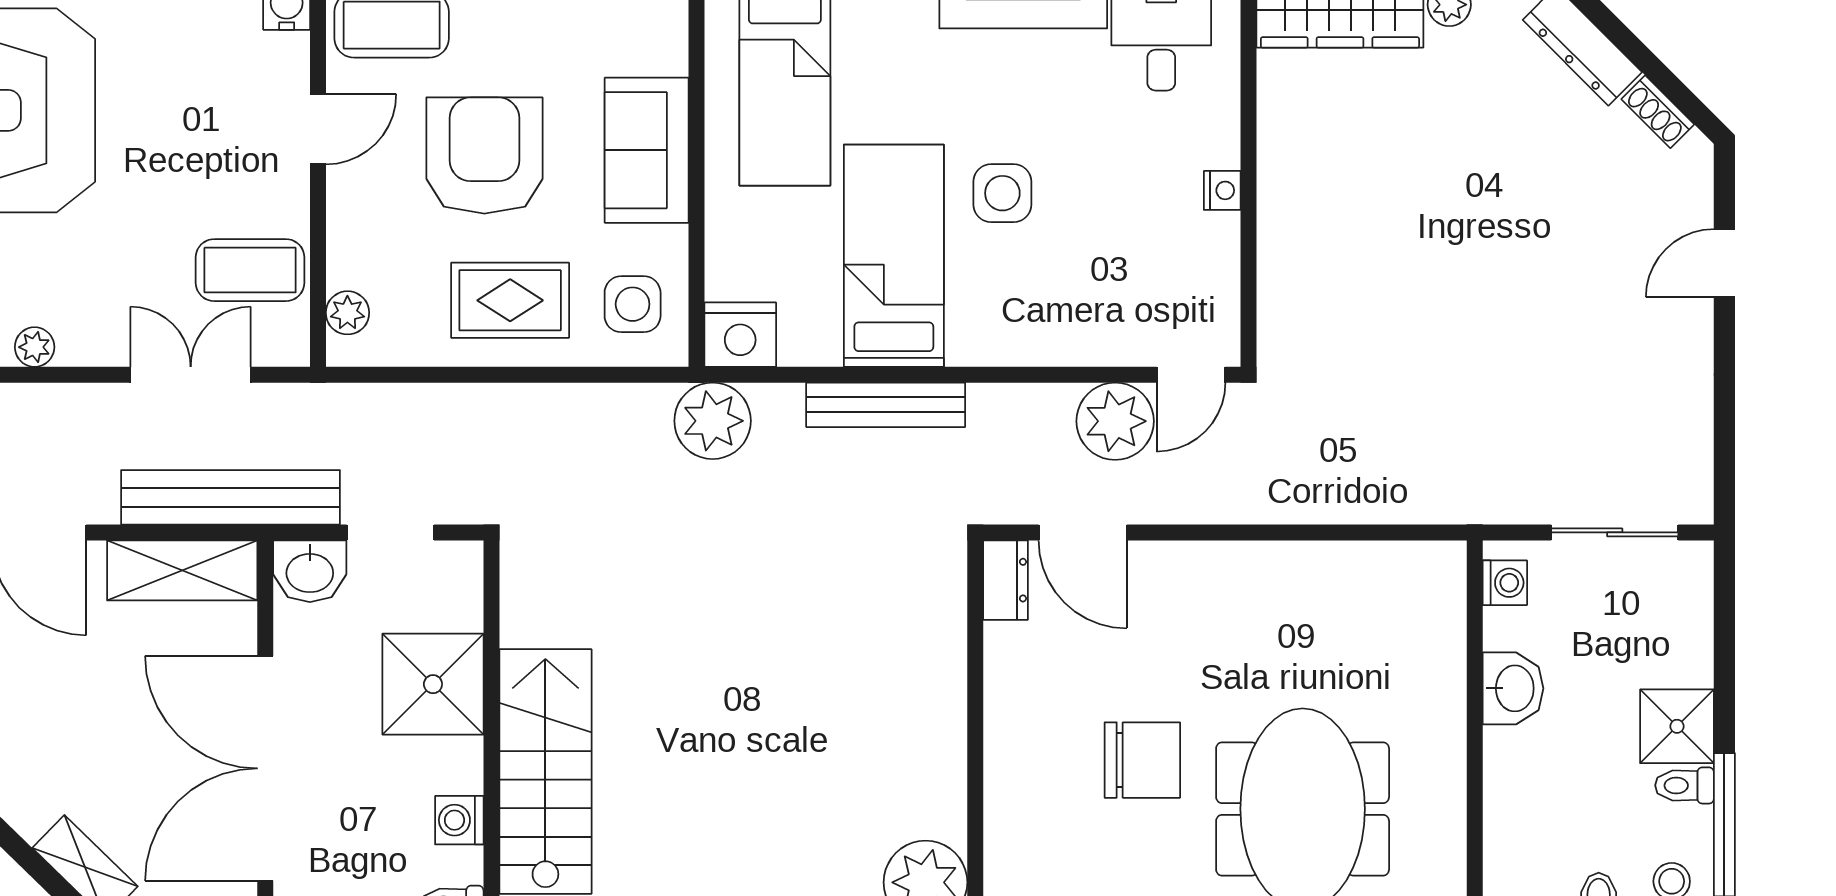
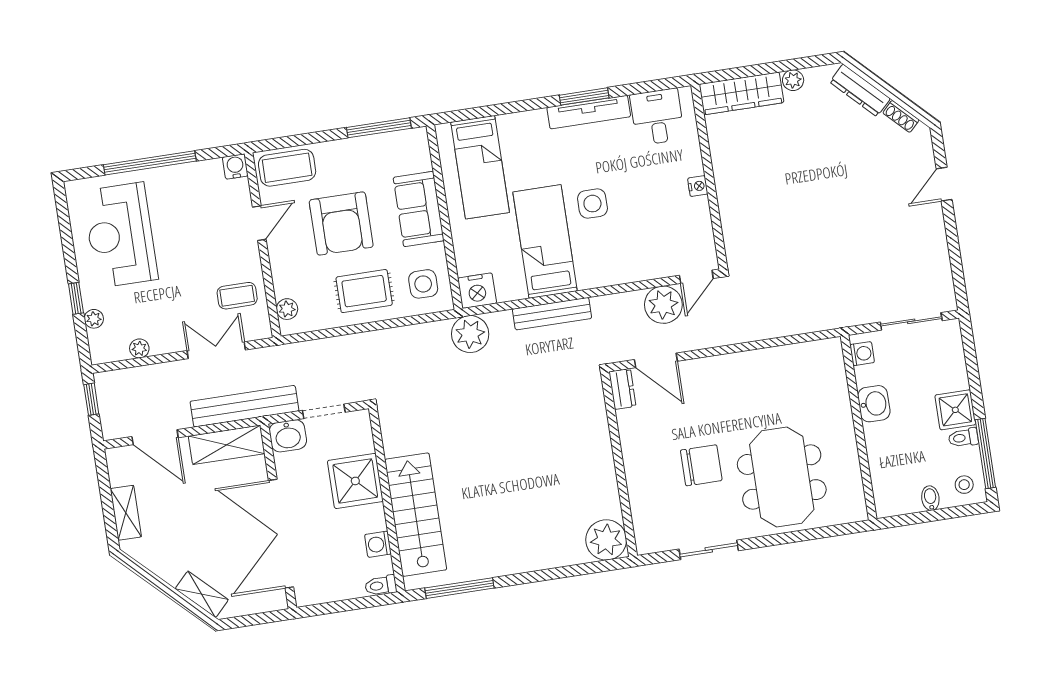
armchair: (484, 156) -> (341, 224), turned 180
coffee table: (250, 270) -> (237, 296), width x0.73, depth x0.77

